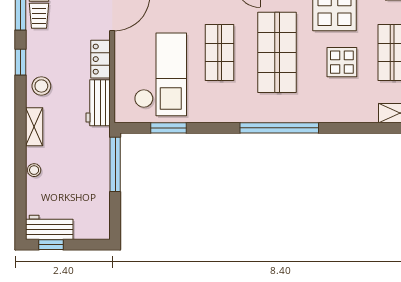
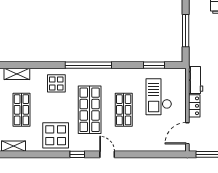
display table: (342, 62) -> (56, 83), moved
checkout: (160, 74) -> (159, 97), width x0.73, depth x0.83
window: (115, 164) -> (186, 31), moved

